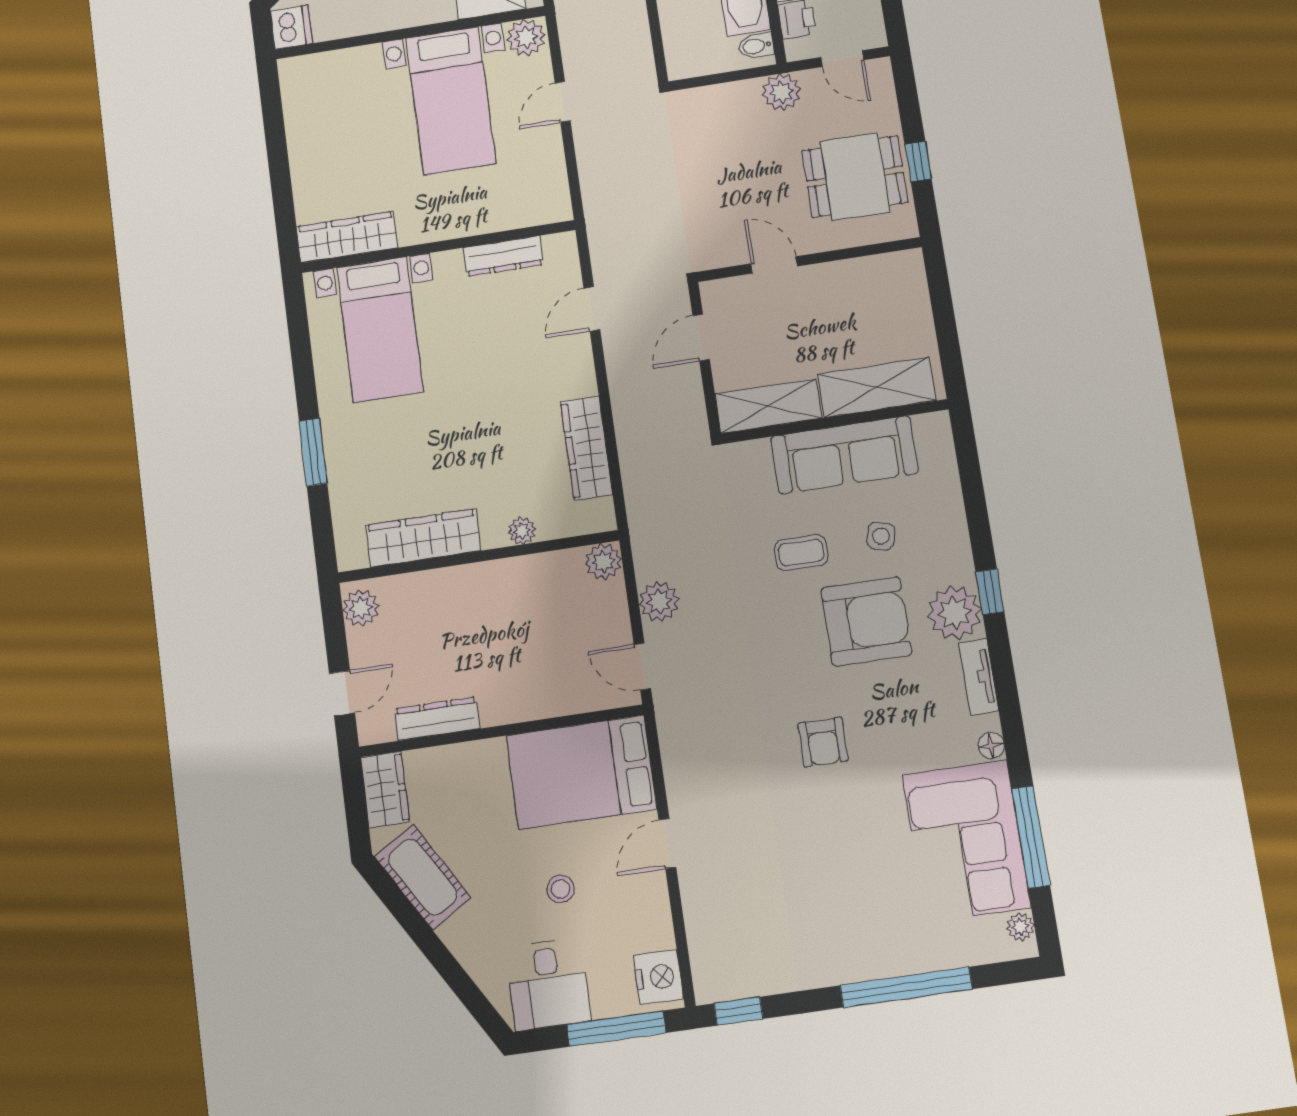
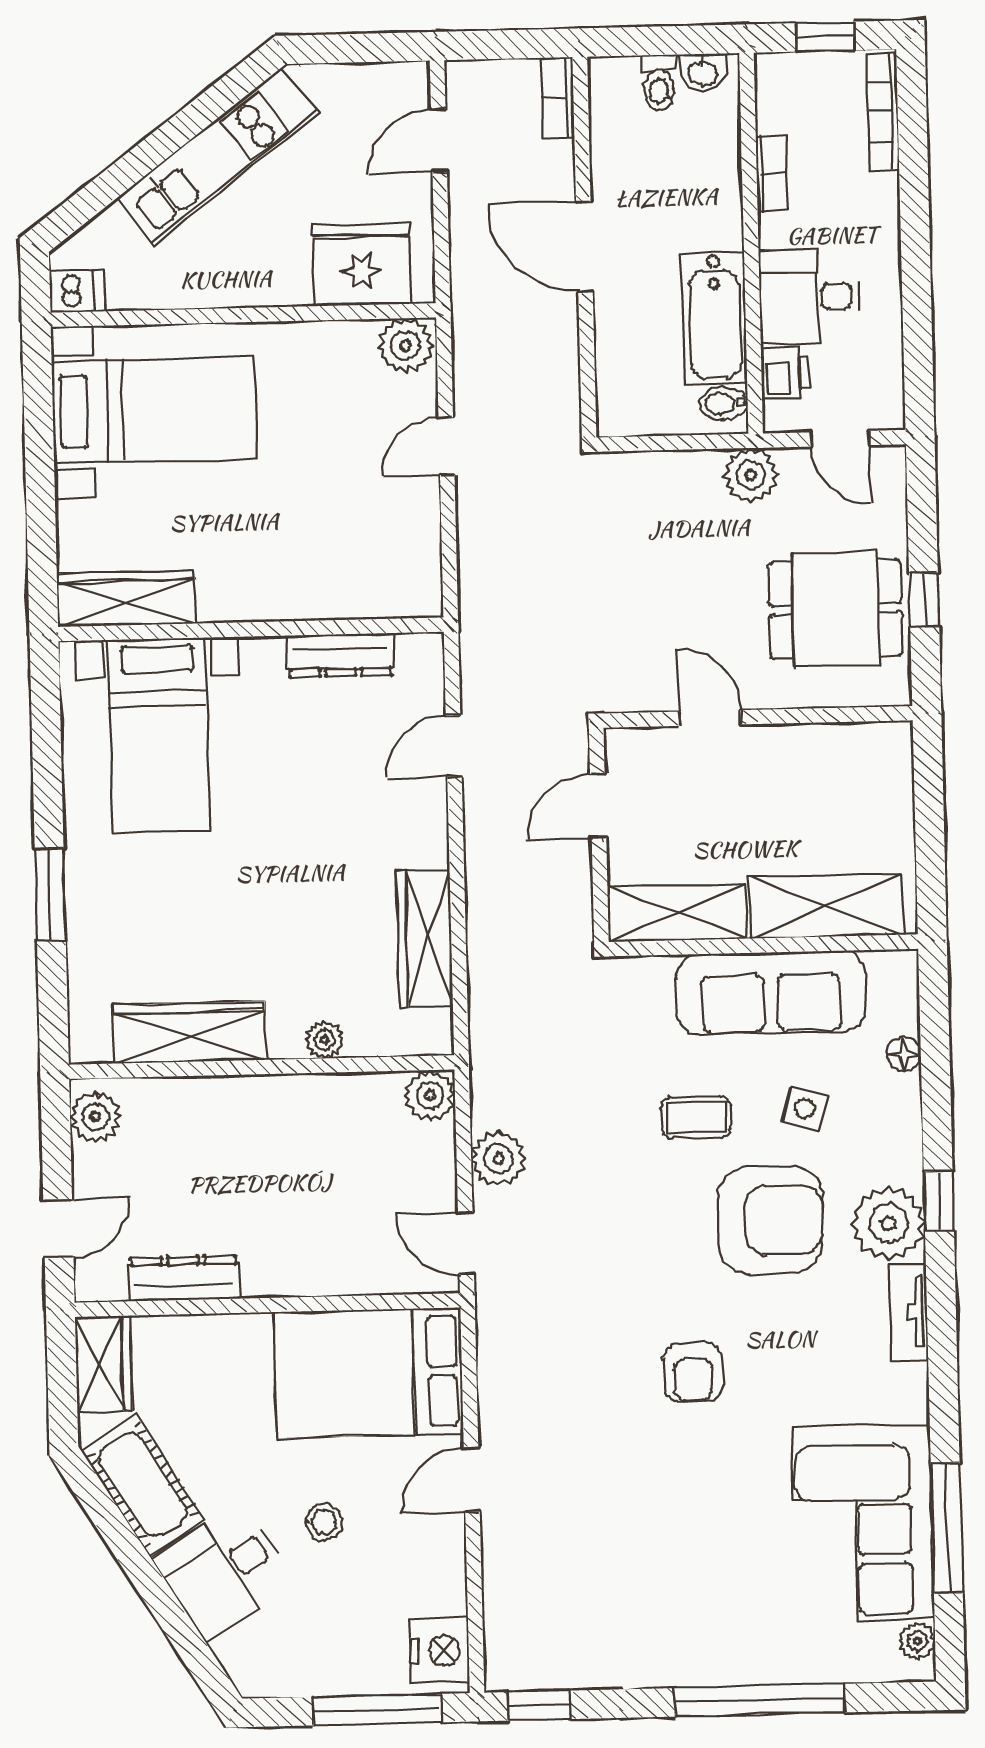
dishwasher: (291, 27) -> (77, 291), width x0.73
bed with nightstands: (451, 101) -> (154, 410), moved, turned -90
floor lamp: (991, 745) -> (904, 1054), moved
desk: (548, 984) -> (224, 1571), moved, turned 58

